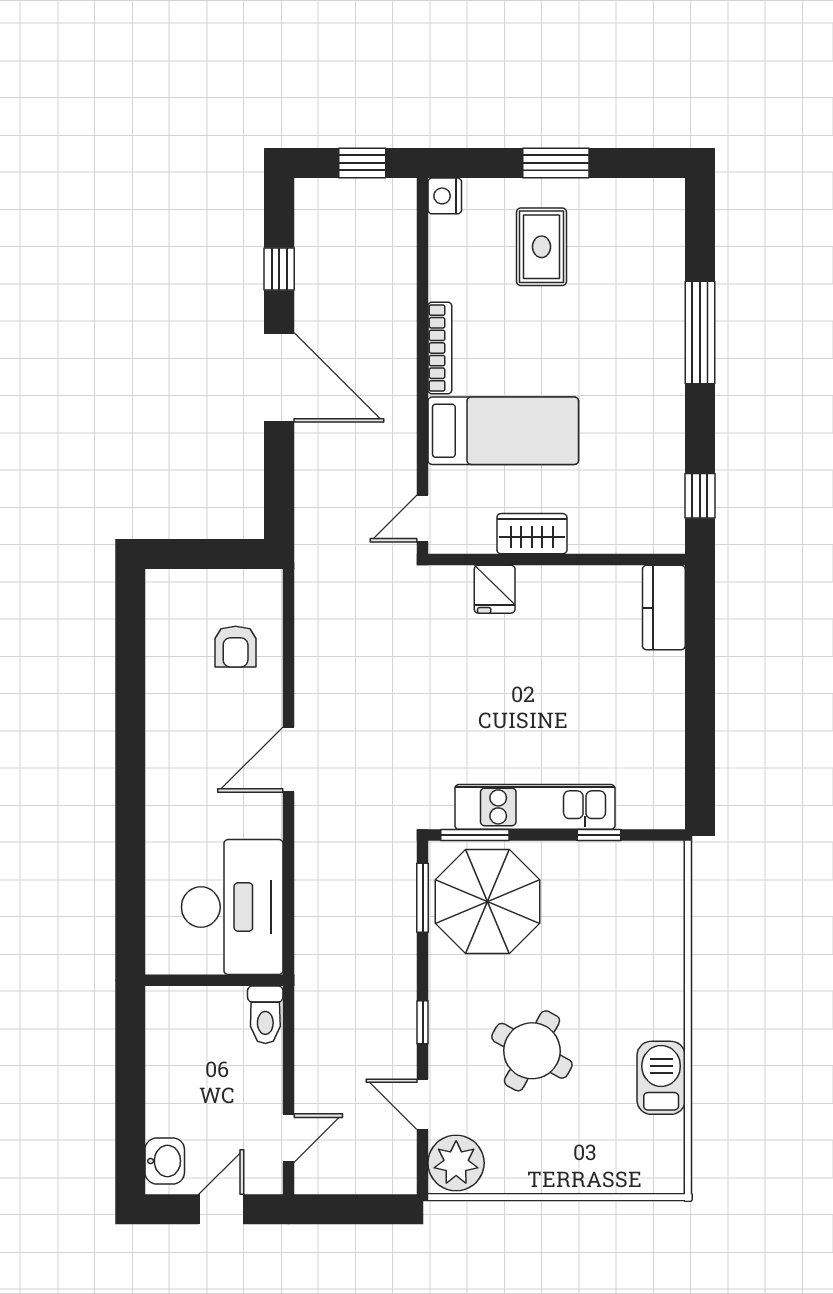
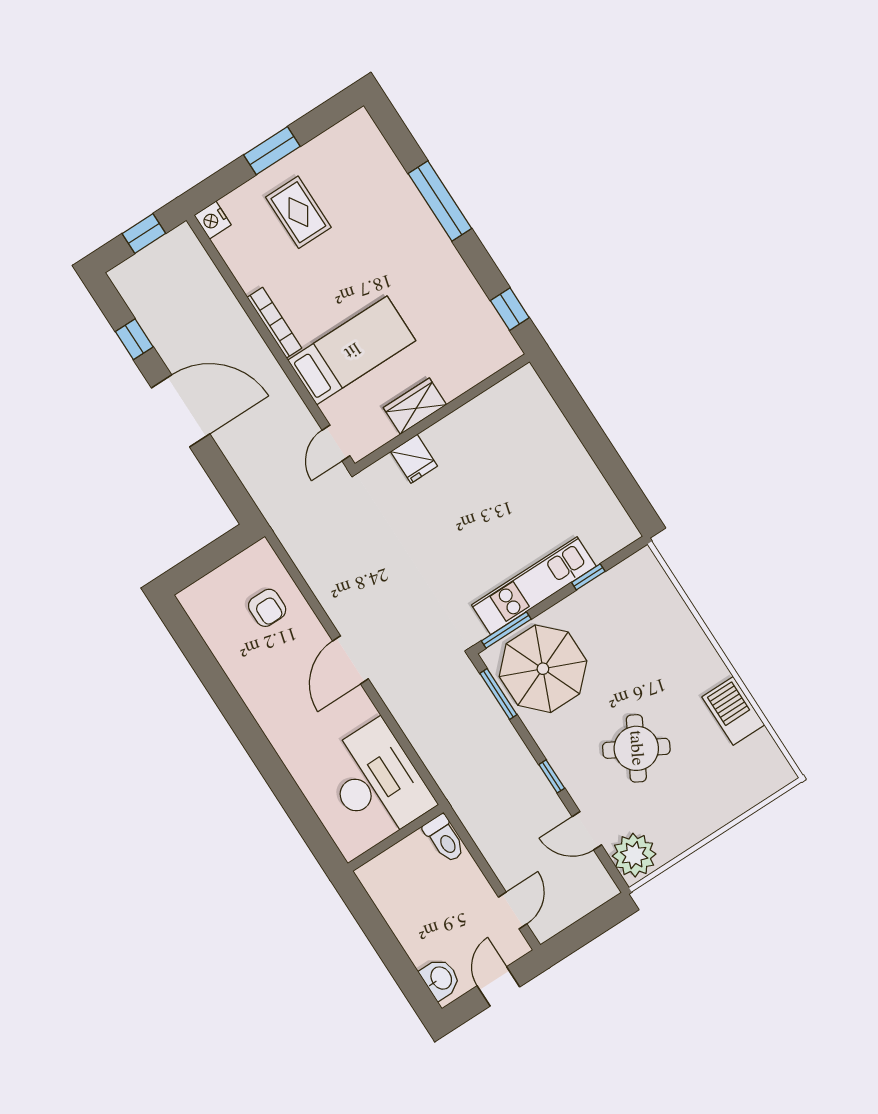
kitchen counter: (664, 608) -> (534, 399), removed

